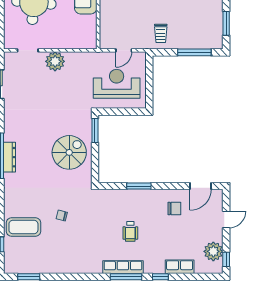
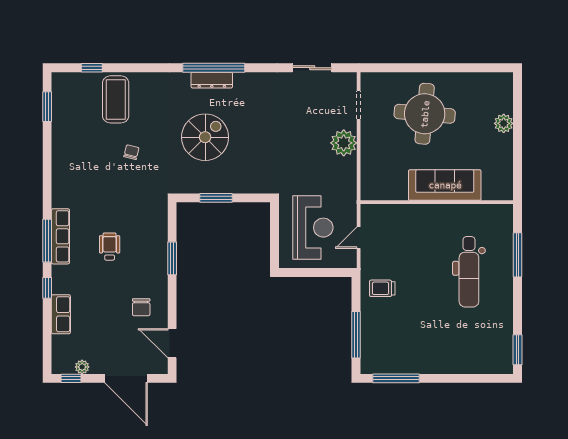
window: (226, 23) -> (396, 378), width x1.44
door: (124, 50) -> (359, 238), hinge flipped
window: (95, 131) -> (216, 198), moved
spiral stairs: (69, 152) -> (205, 137), moved, turned -90
door: (226, 219) -> (126, 378), width x1.87
wheelchair: (130, 231) -> (110, 247), turned 90
plant: (213, 251) -> (82, 367), width x0.53, depth x0.53

